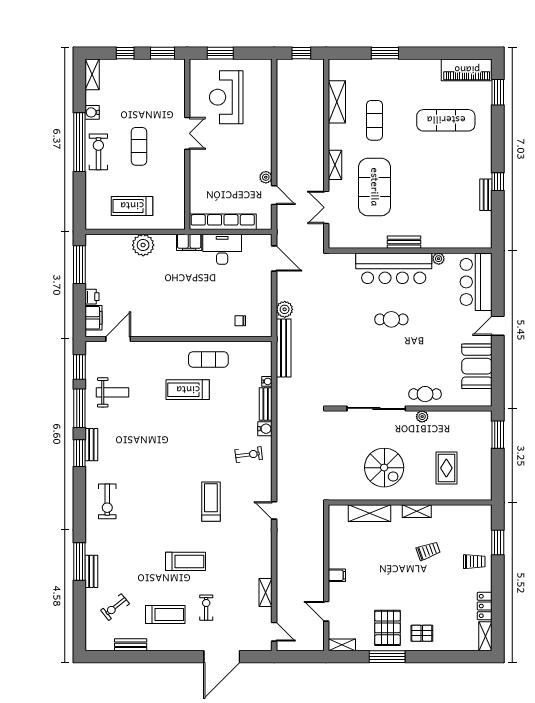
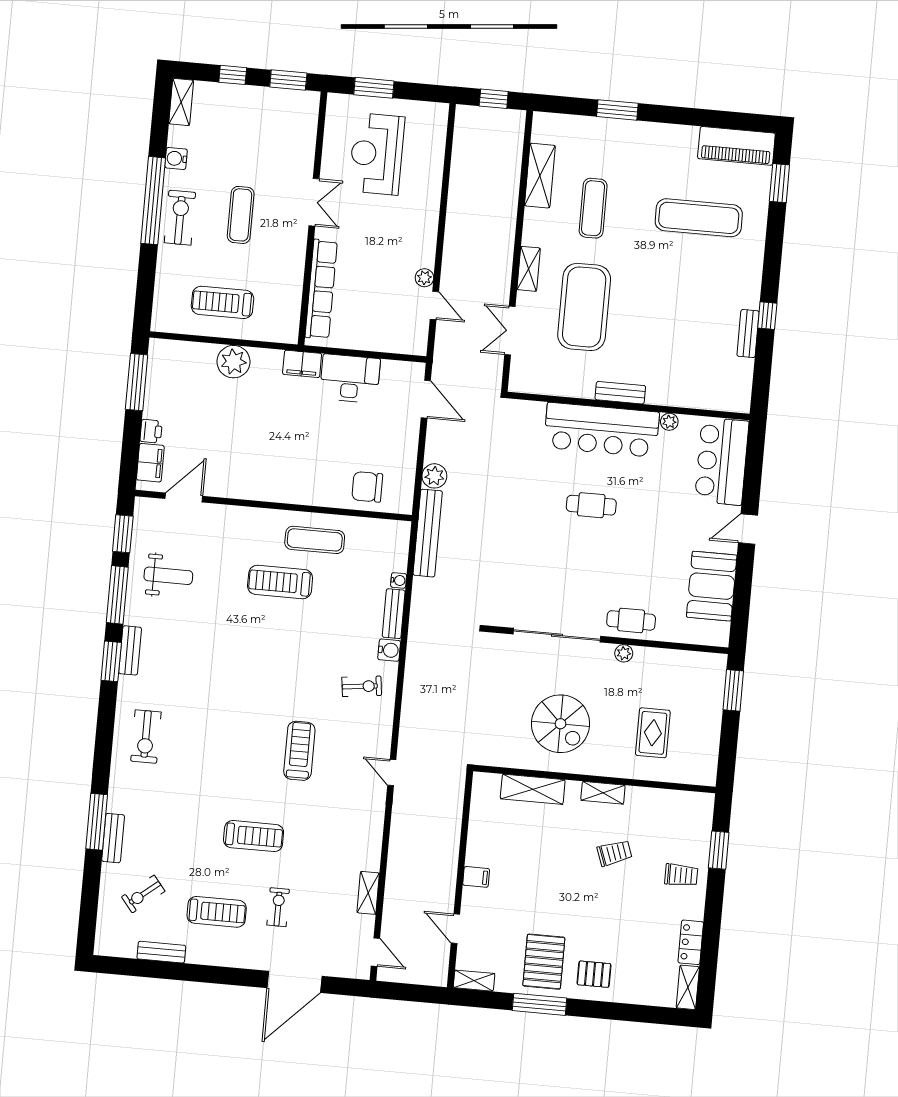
row of seats: (223, 222) -> (321, 289), moved, turned 90
chair: (240, 321) -> (367, 487), width x1.87, depth x1.87

